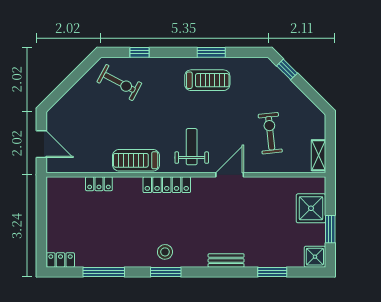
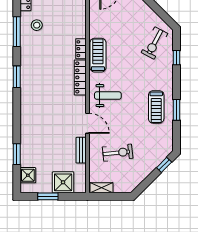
locker: (99, 184) -> (81, 49), moved
stool: (165, 252) -> (37, 25), moved
shower: (315, 257) -> (28, 175), moved
bench: (226, 260) -> (81, 150), moved

